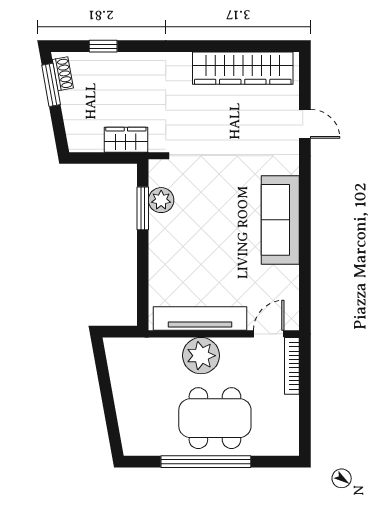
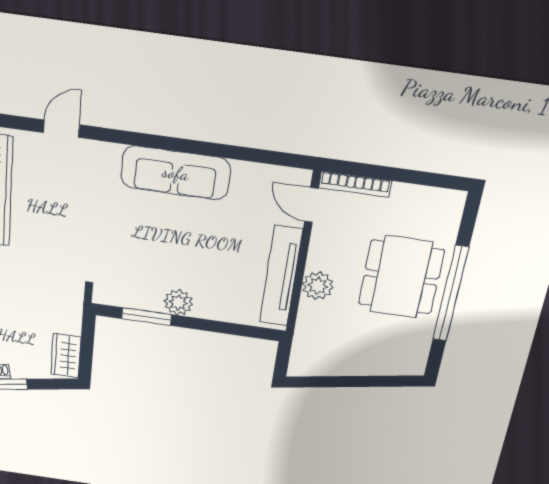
wardrobe: (126, 140) -> (66, 356), moved
plant: (161, 200) -> (178, 303), moved
plant: (201, 356) -> (318, 286), width x0.73, depth x0.73

